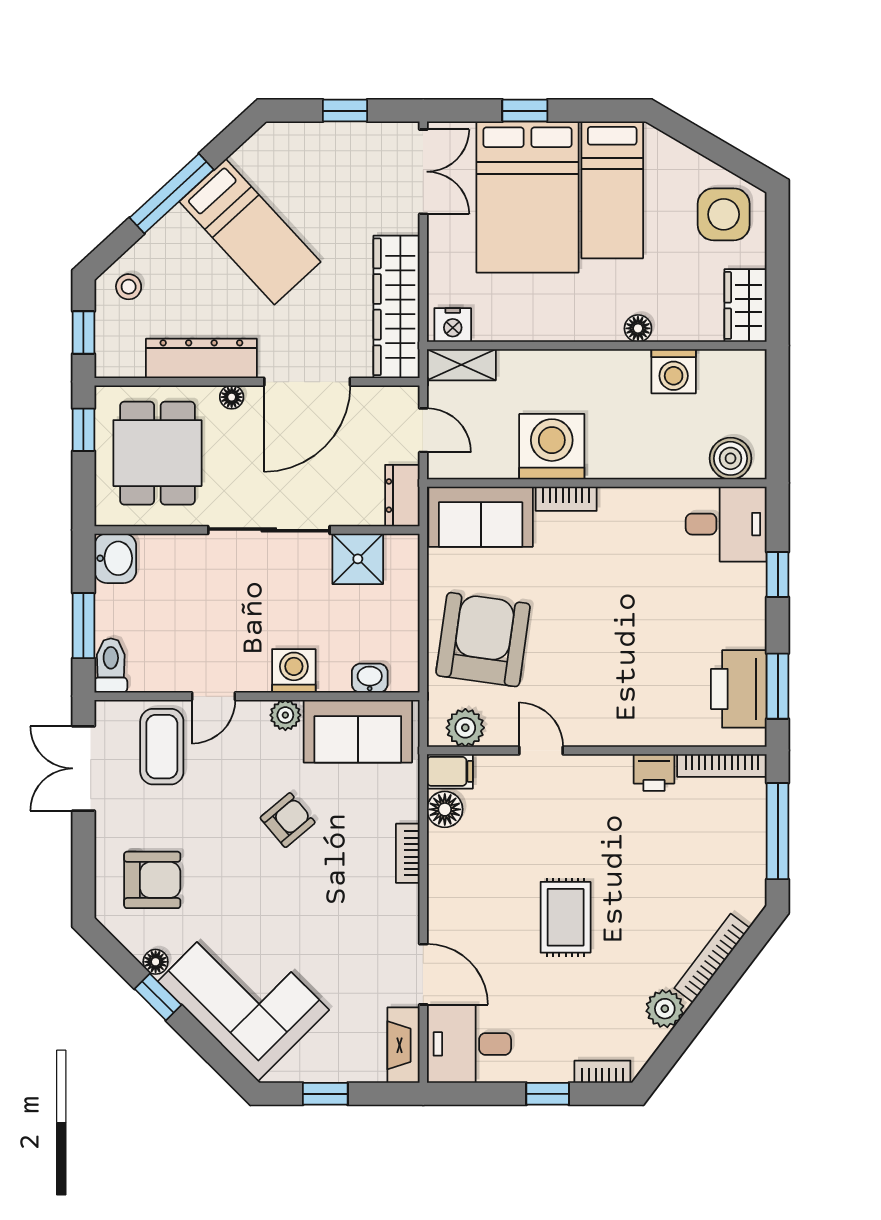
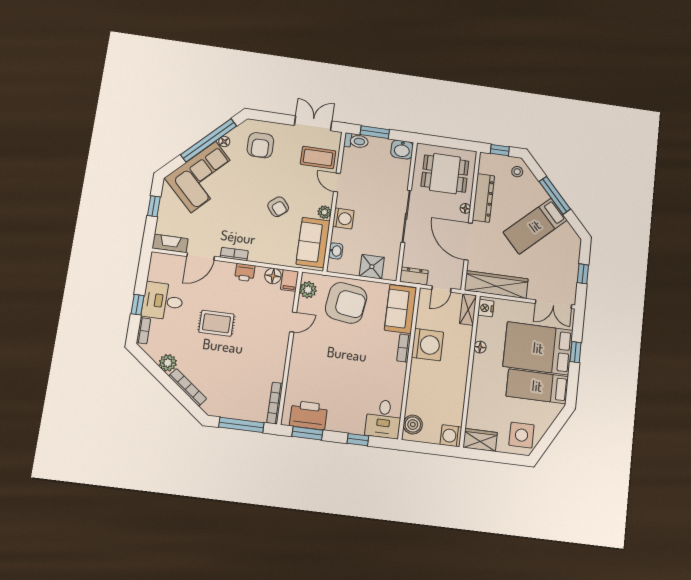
floor lamp: (638, 328) -> (480, 347), moved
washing machine: (674, 371) -> (451, 436), moved
window: (83, 430) -> (459, 144), removed
shower: (358, 559) -> (372, 267), moved
printer: (654, 773) -> (245, 272), moved, turned -90
bookcase: (408, 853) -> (234, 254), moved
window: (158, 997) -> (209, 140), width x3.17
desk: (469, 1044) -> (163, 301), moved, turned -90

